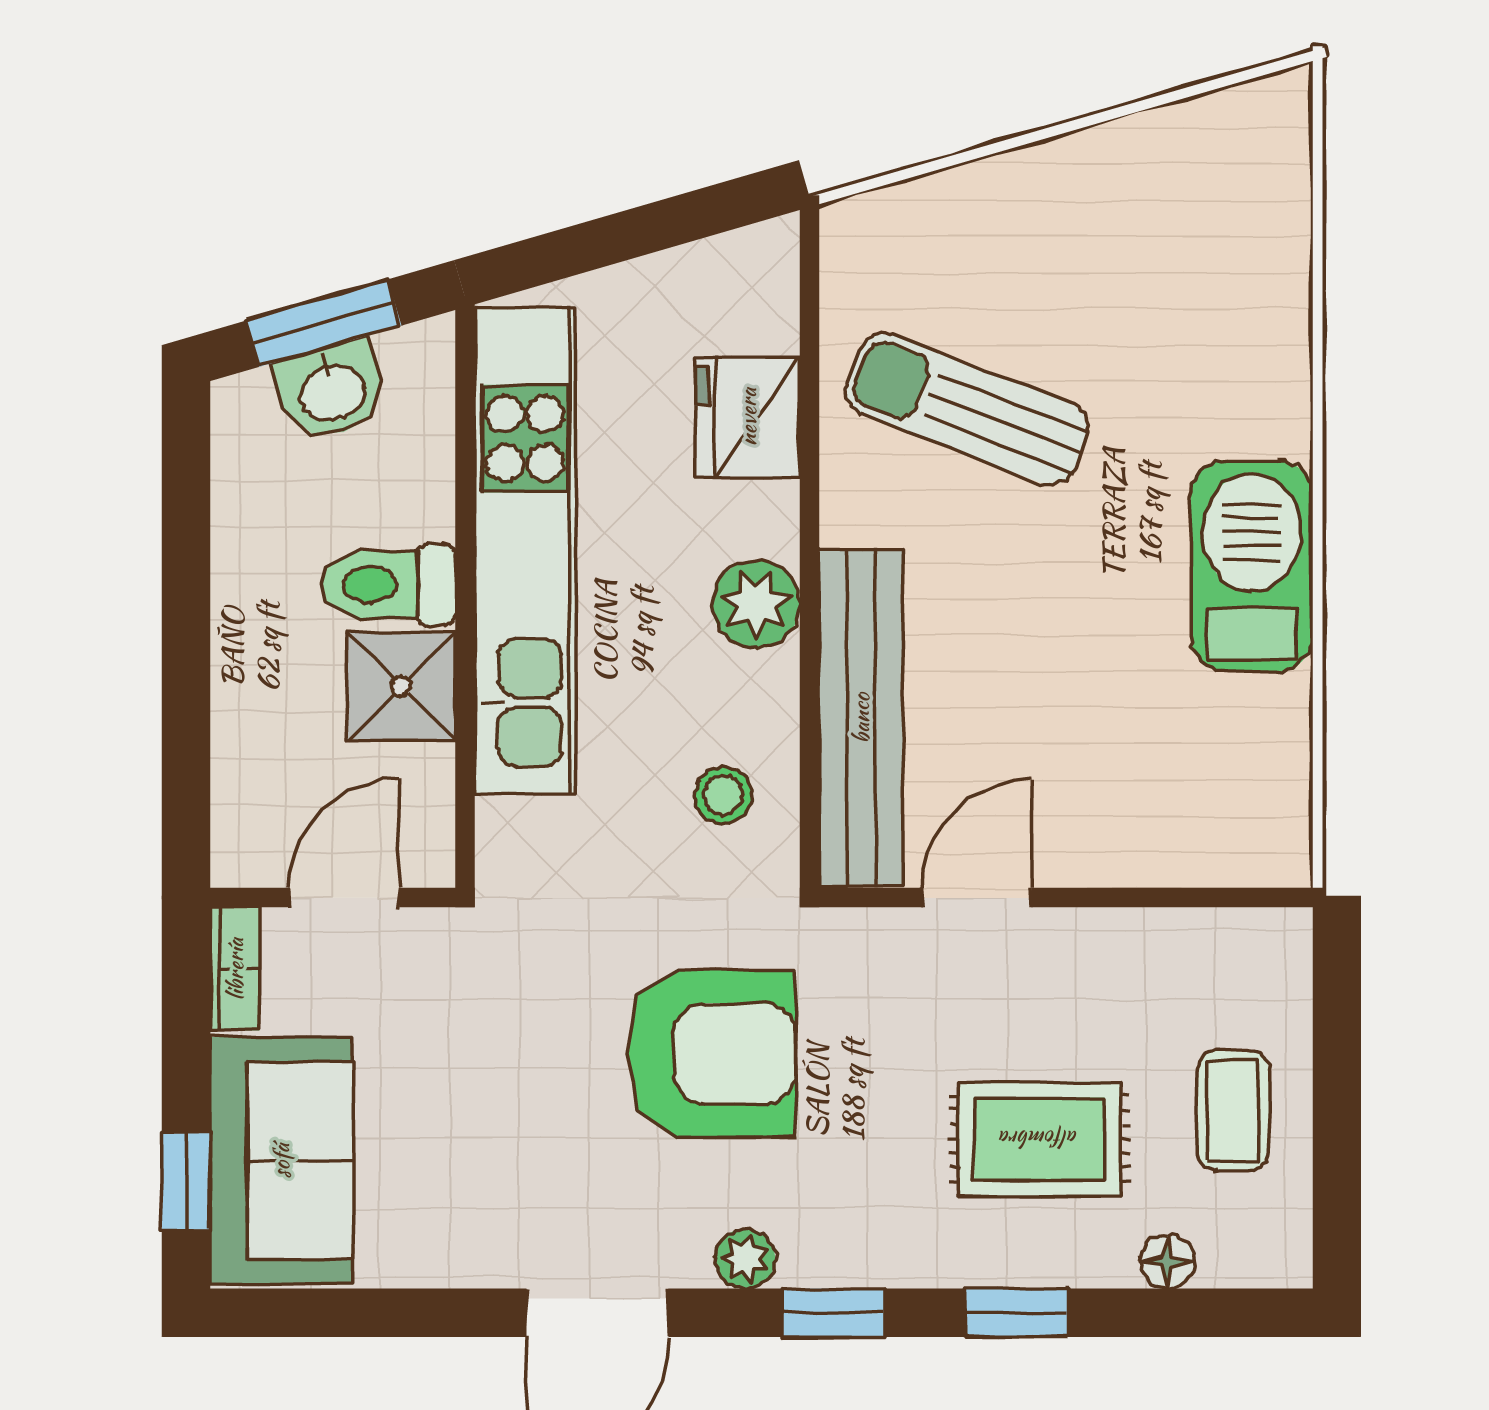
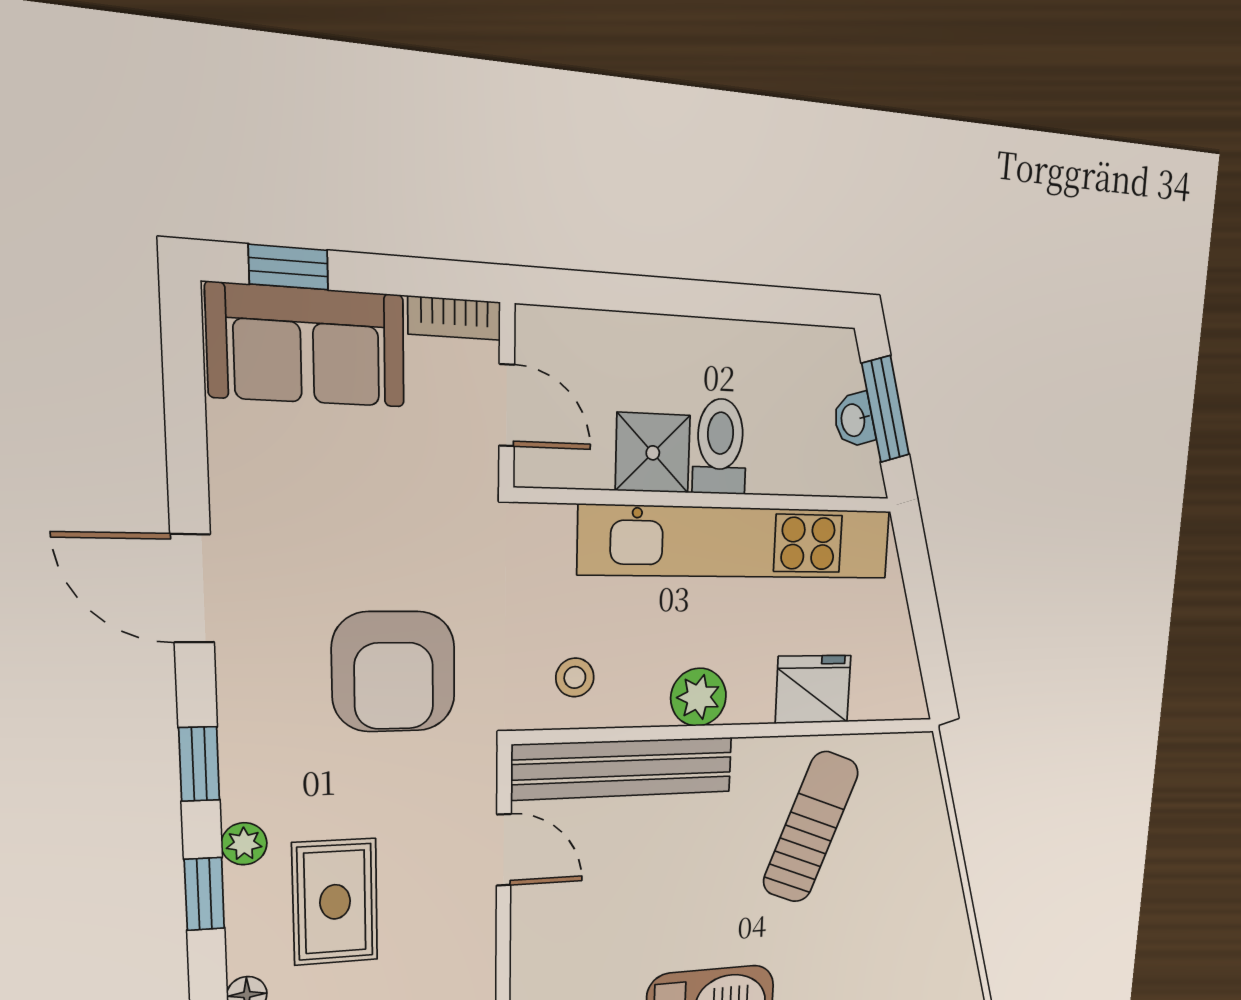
washbasin: (332, 391) -> (854, 420), width x0.72, depth x0.69
plant: (745, 1259) -> (244, 844), moved

